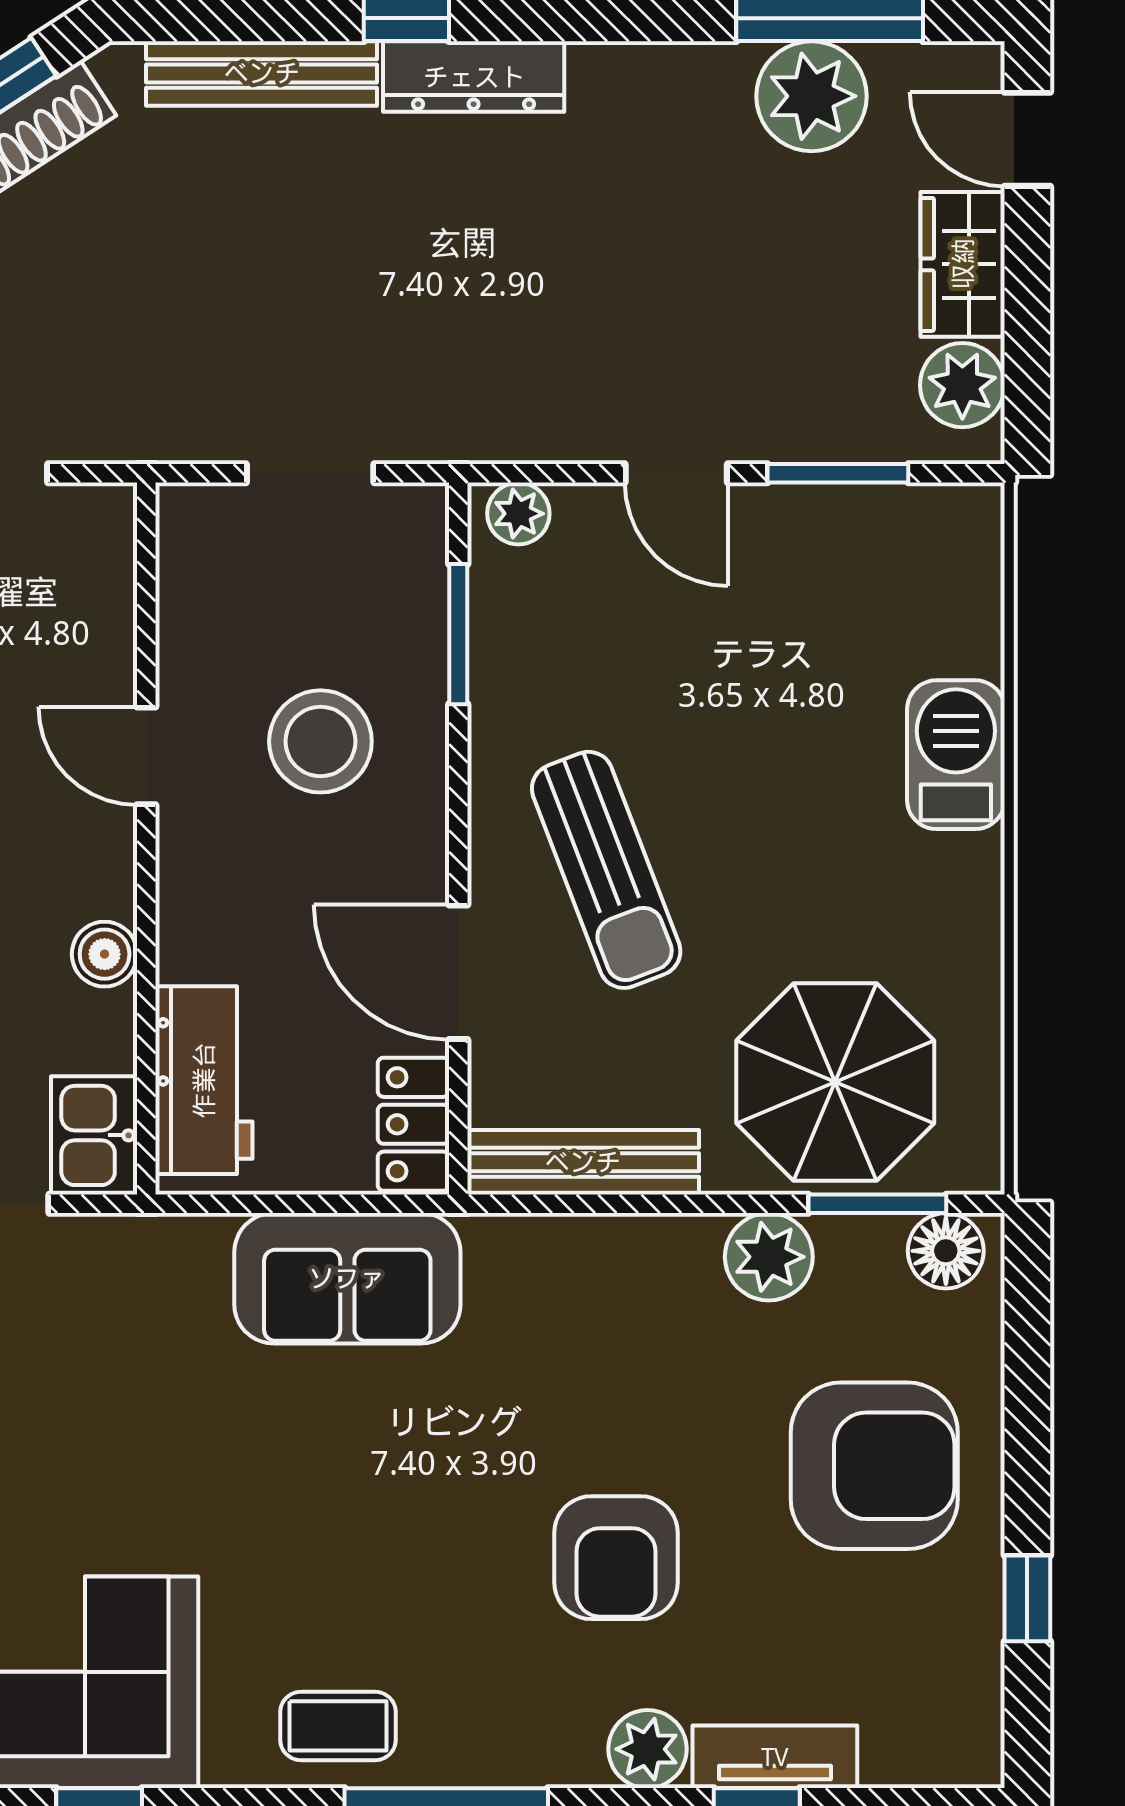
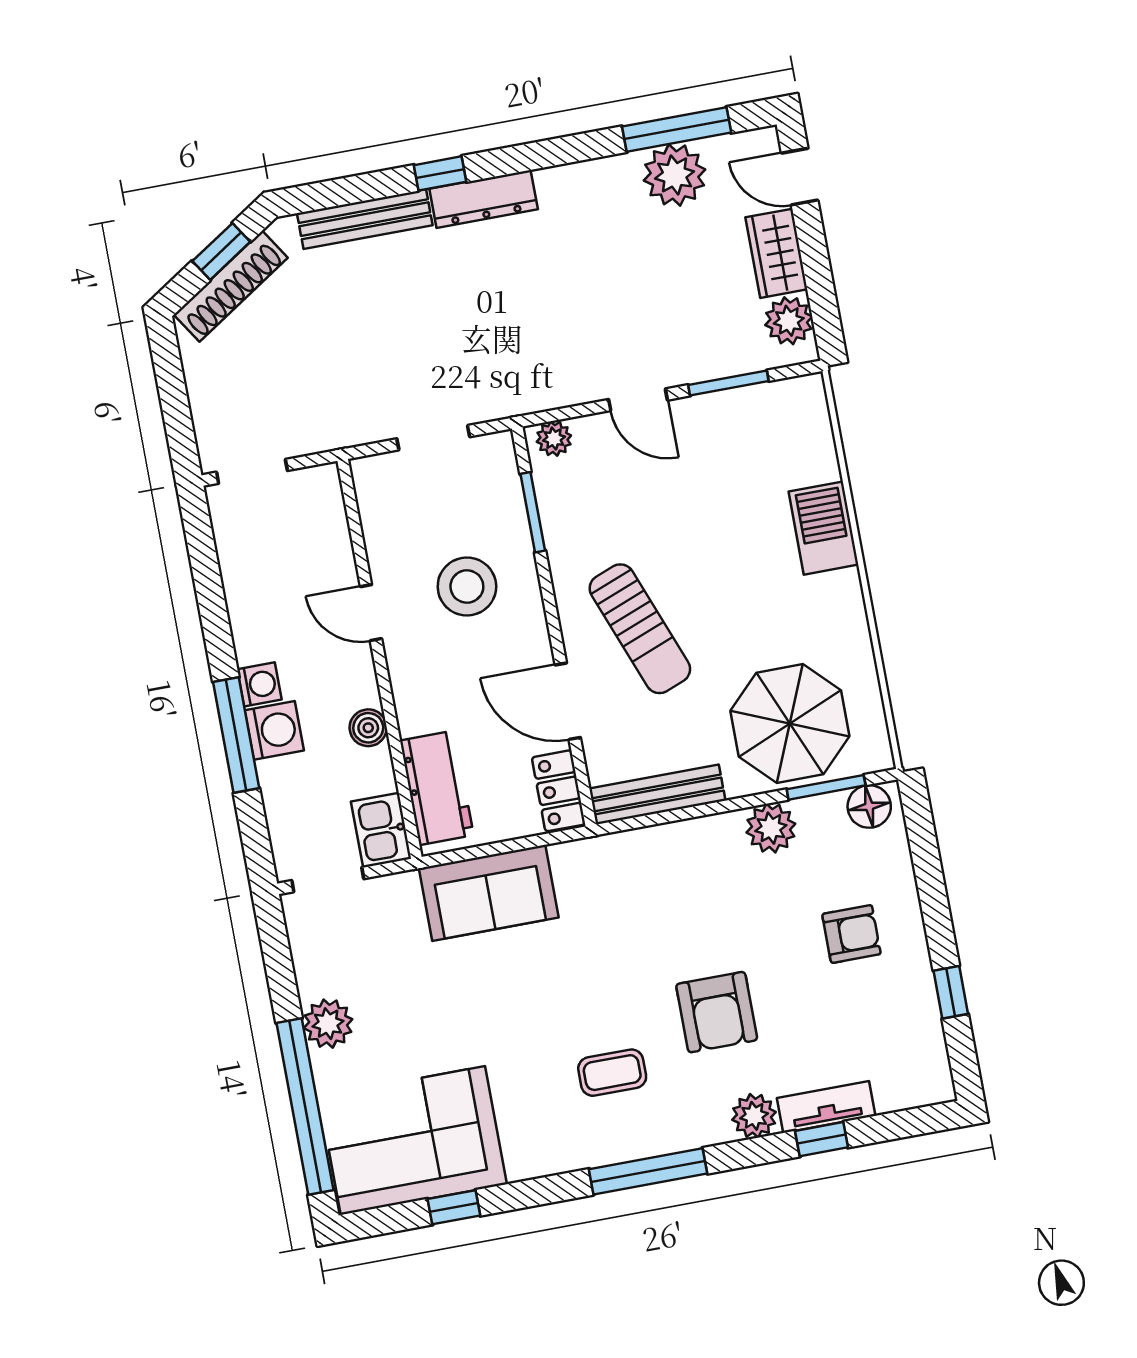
sofa: (347, 1278) -> (489, 893), moved
armchair: (874, 1466) -> (851, 934), width x0.53, depth x0.53
coffee table: (338, 1726) -> (612, 1073), moved

